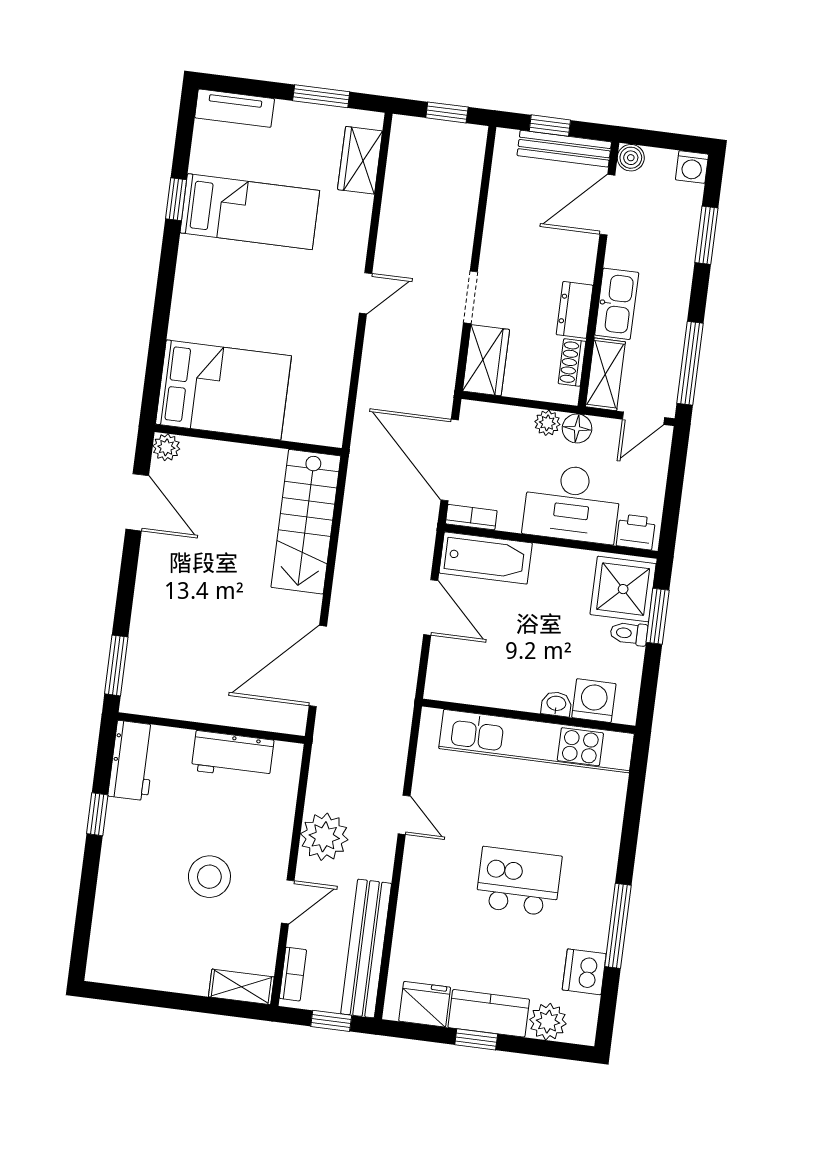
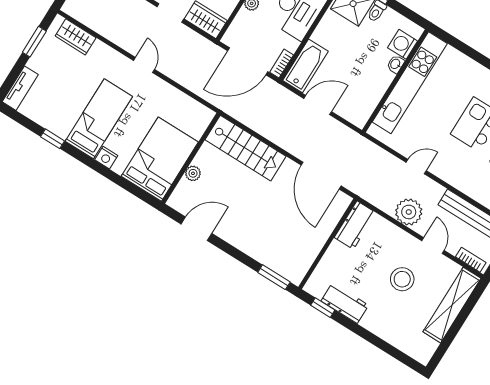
bed: (250, 212) -> (99, 119), moved
nightstand: (186, 301) -> (106, 158), added
plant: (166, 447) -> (193, 173), moved
workbench: (233, 755) -> (355, 225), moved
workbench: (132, 761) -> (345, 303), moved
window: (97, 814) -> (323, 308), moved
shelving: (241, 987) -> (452, 305), width x2.20, depth x1.33

